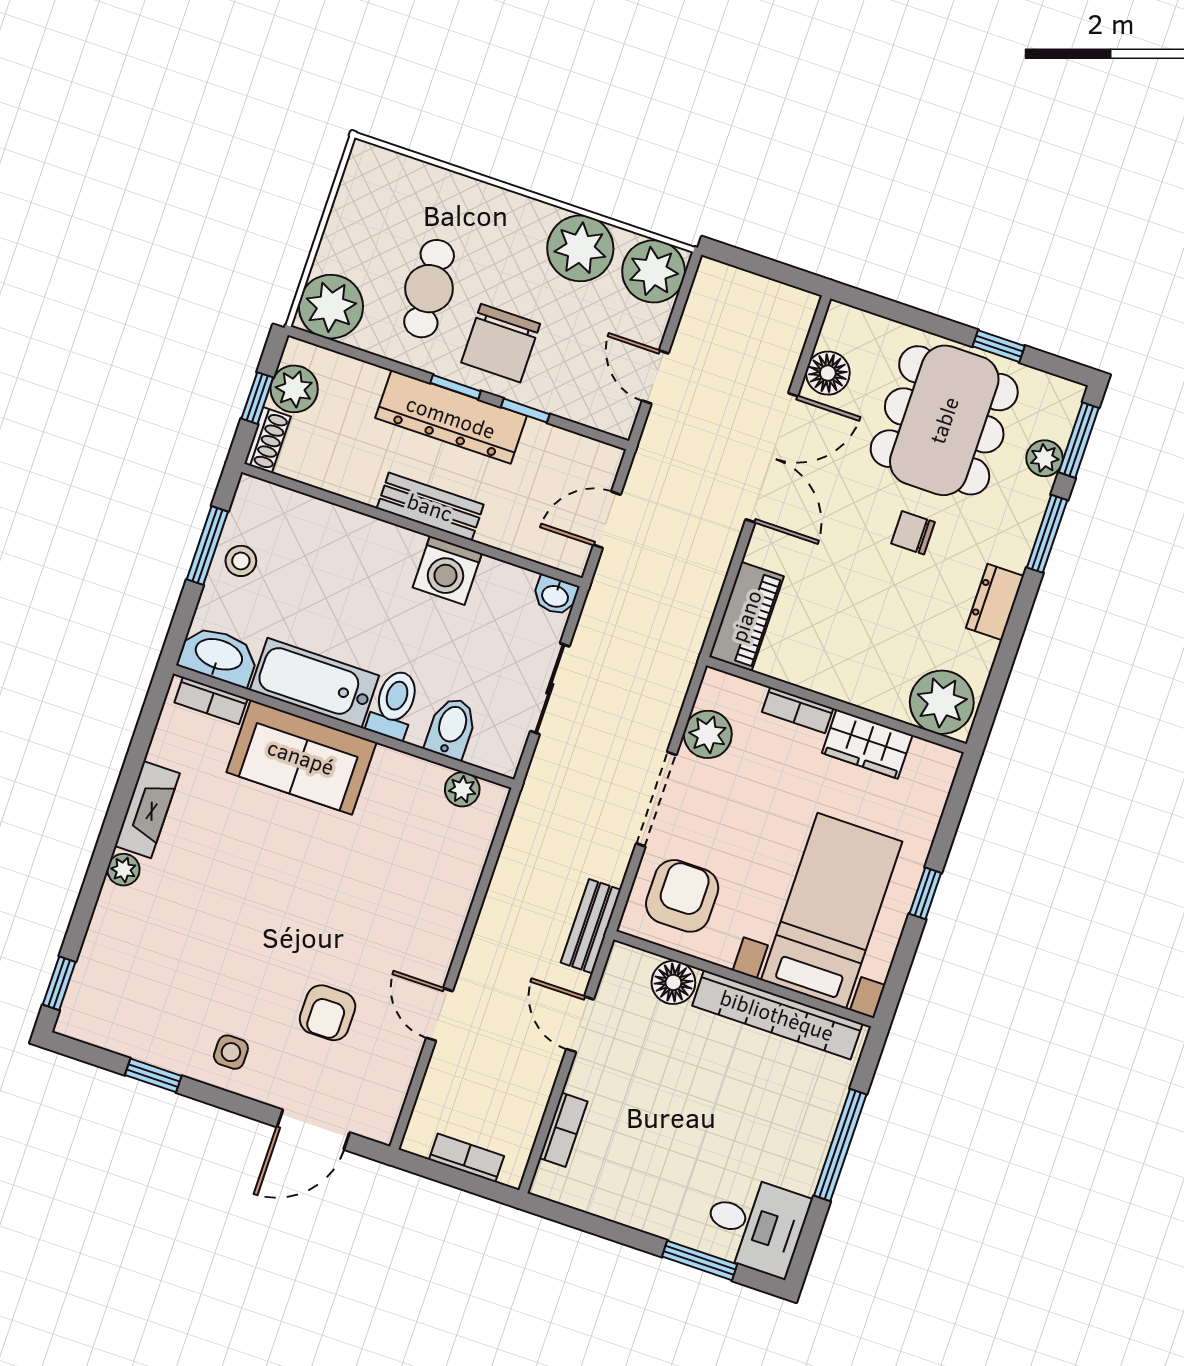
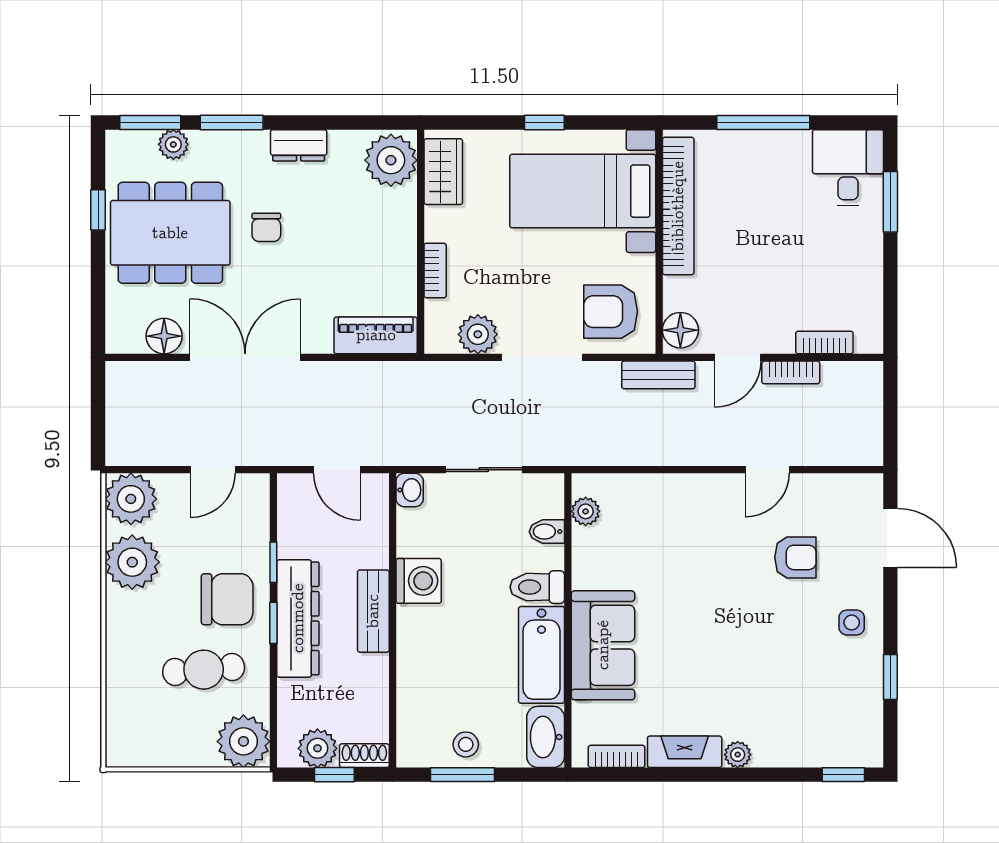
bookcase: (211, 701) -> (617, 756), moved, turned -90
bidet: (451, 728) -> (547, 532), width x0.72, depth x0.74
wardrobe: (867, 744) -> (443, 172), moved
floor lamp: (673, 982) -> (680, 330), moved
bookcase: (467, 1158) -> (791, 372), moved, turned -90

